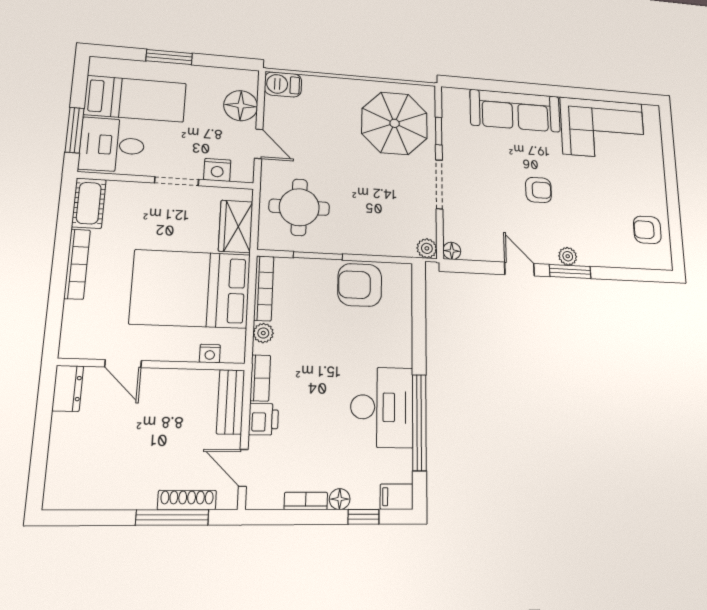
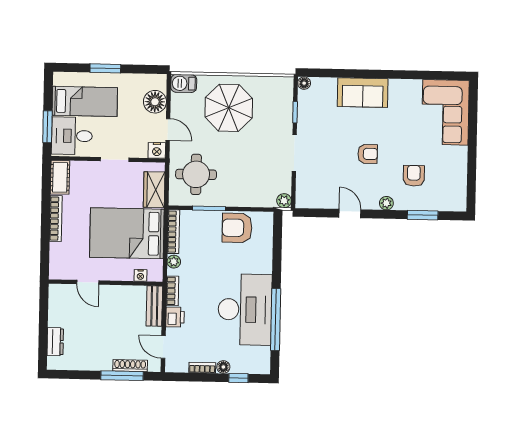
sofa: (515, 111) -> (363, 93), width x0.73
parasol: (395, 123) -> (229, 108), moved
corner sofa: (603, 129) -> (445, 112), moved, turned 90
nightstand: (217, 170) -> (157, 150), moved
armchair: (647, 230) -> (414, 176), moved, turned 90
floor lamp: (452, 251) -> (304, 83), moved
window: (570, 271) -> (423, 215), moved
dresser: (68, 388) -> (55, 342), moved
desk: (382, 407) -> (245, 310), width x1.36, depth x1.30
filing cabinet: (397, 497) -> (260, 366), removed

